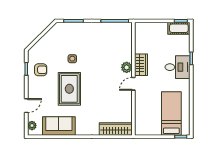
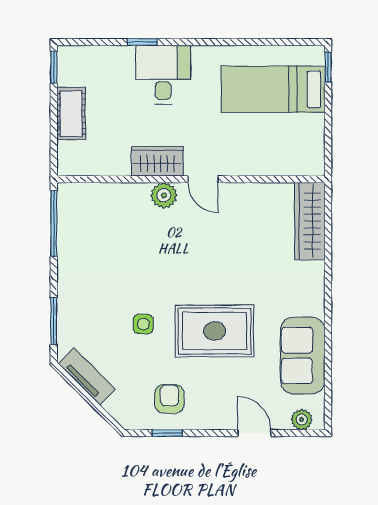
cot: (179, 28) -> (71, 113), moved
tv unit: (50, 35) -> (87, 376), added

